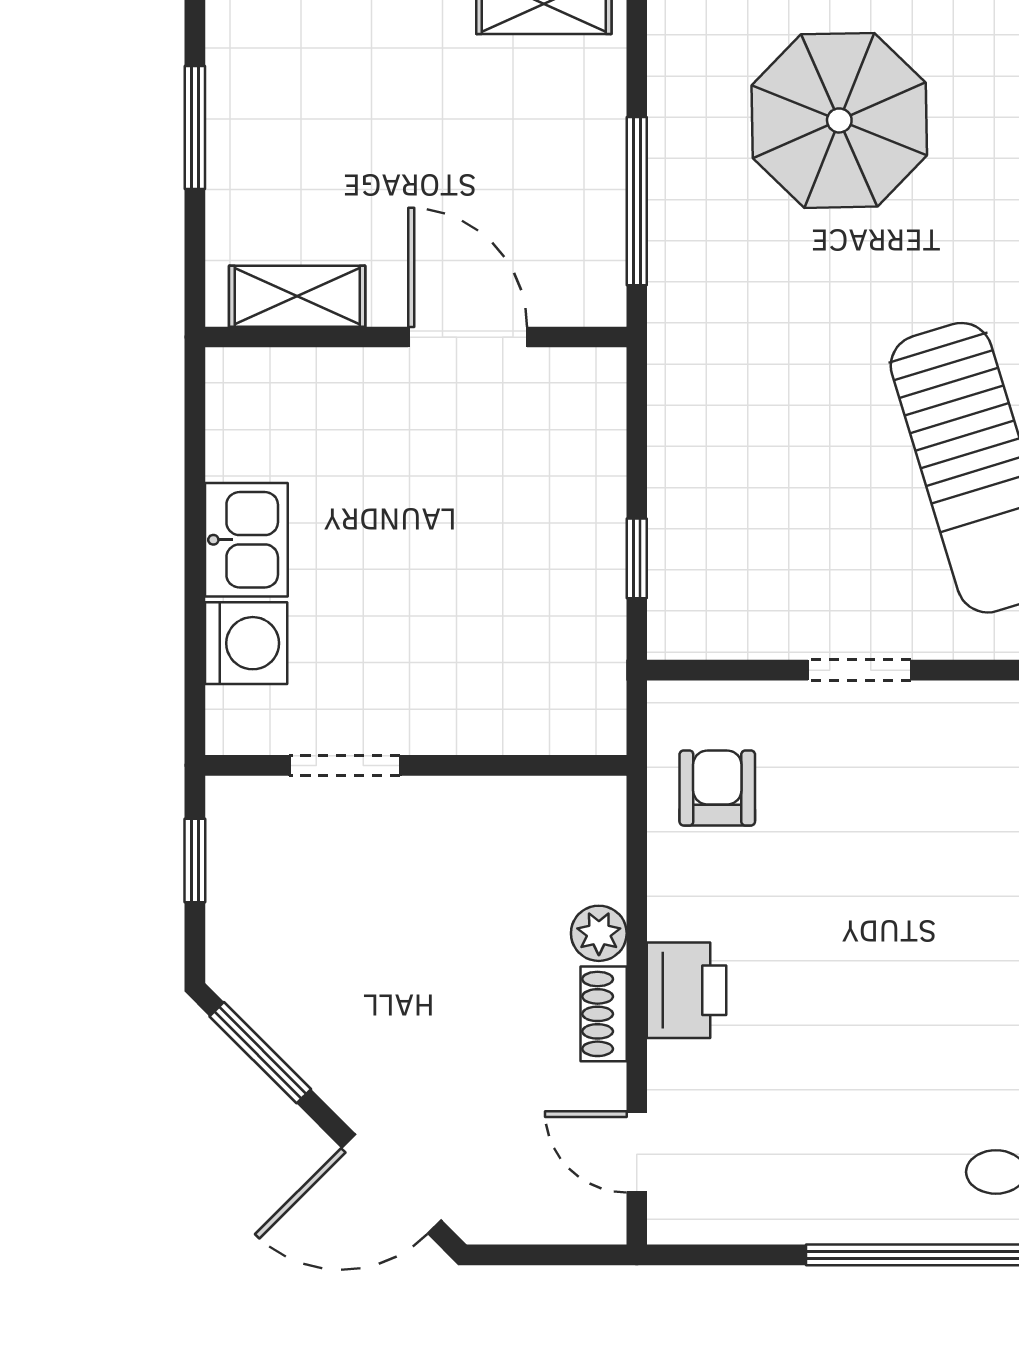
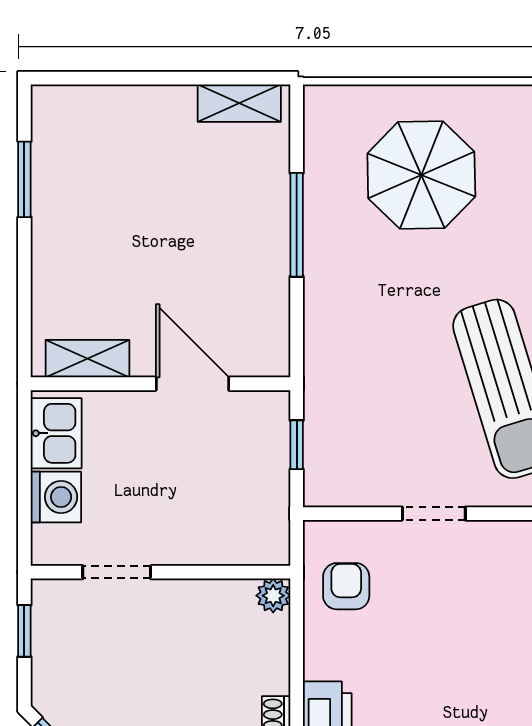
shelving: (297, 296) -> (87, 359), moved
wall: (416, 337) -> (161, 384), moved
door: (468, 337) -> (192, 384), moved
plant: (599, 933) -> (273, 596), moved

